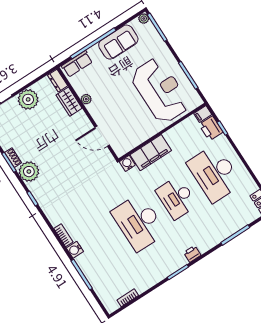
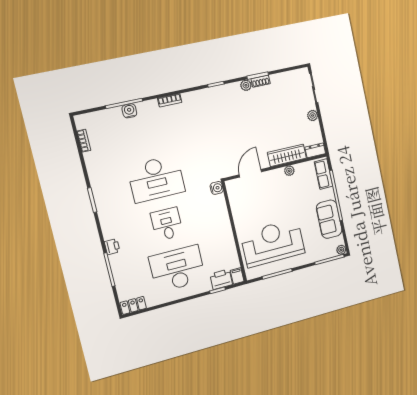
reception desk: (160, 91) -> (273, 243), turned 180
plant: (28, 99) -> (313, 115), width x0.53, depth x0.53
wardrobe: (69, 102) -> (287, 155), width x1.50
filing cabinet: (151, 153) -> (219, 214), removed
plant: (29, 172) -> (246, 85), width x0.53, depth x0.53
desk: (177, 198) -> (167, 224), width x0.73
desk: (139, 222) -> (156, 179), turned 180
water cooler: (75, 250) -> (129, 111), moved
printer: (192, 254) -> (112, 247), moved

